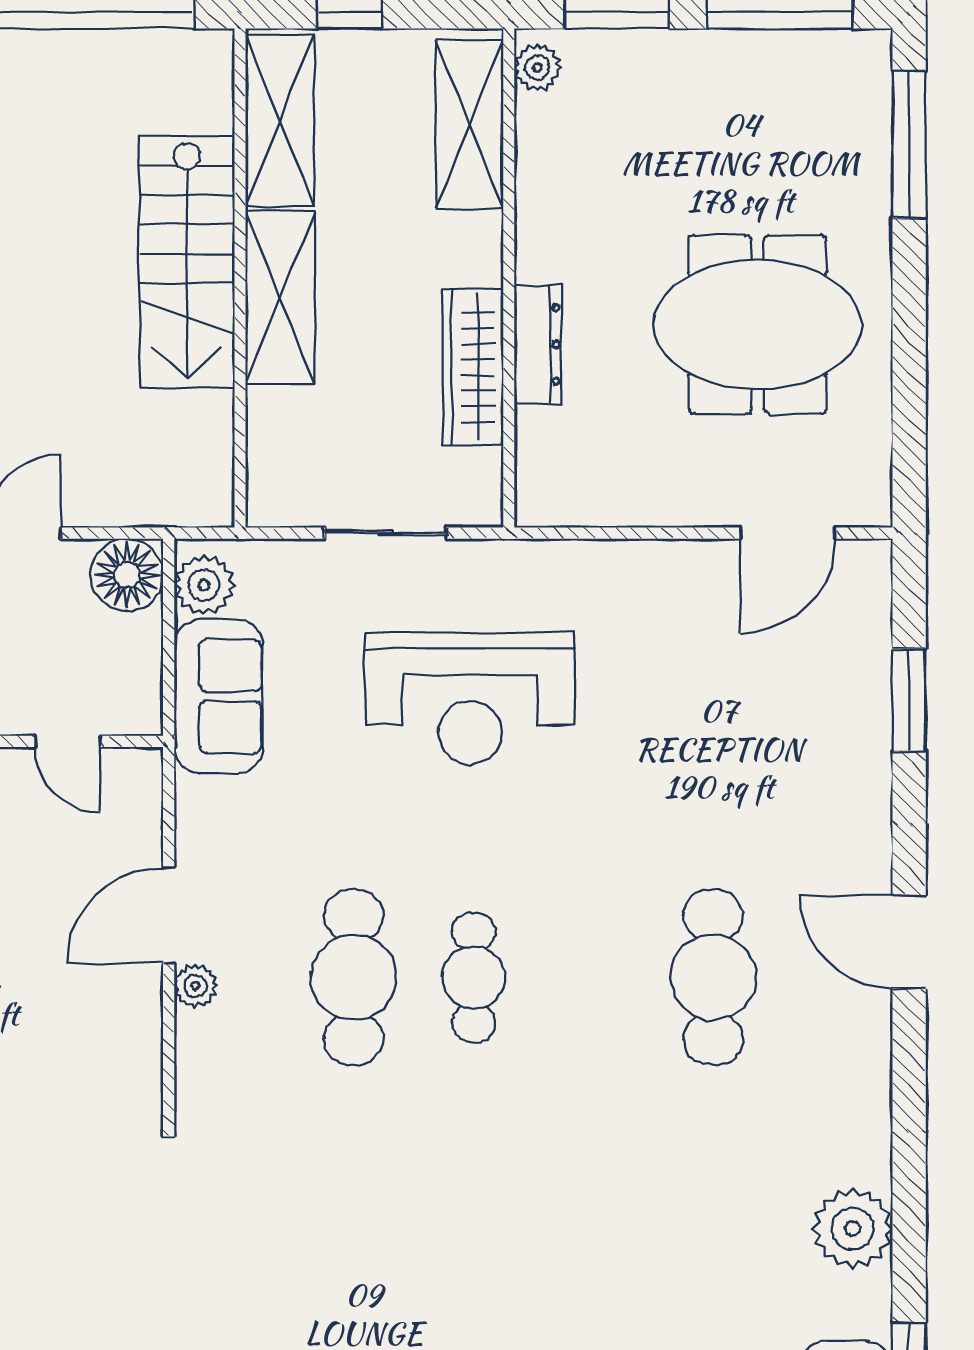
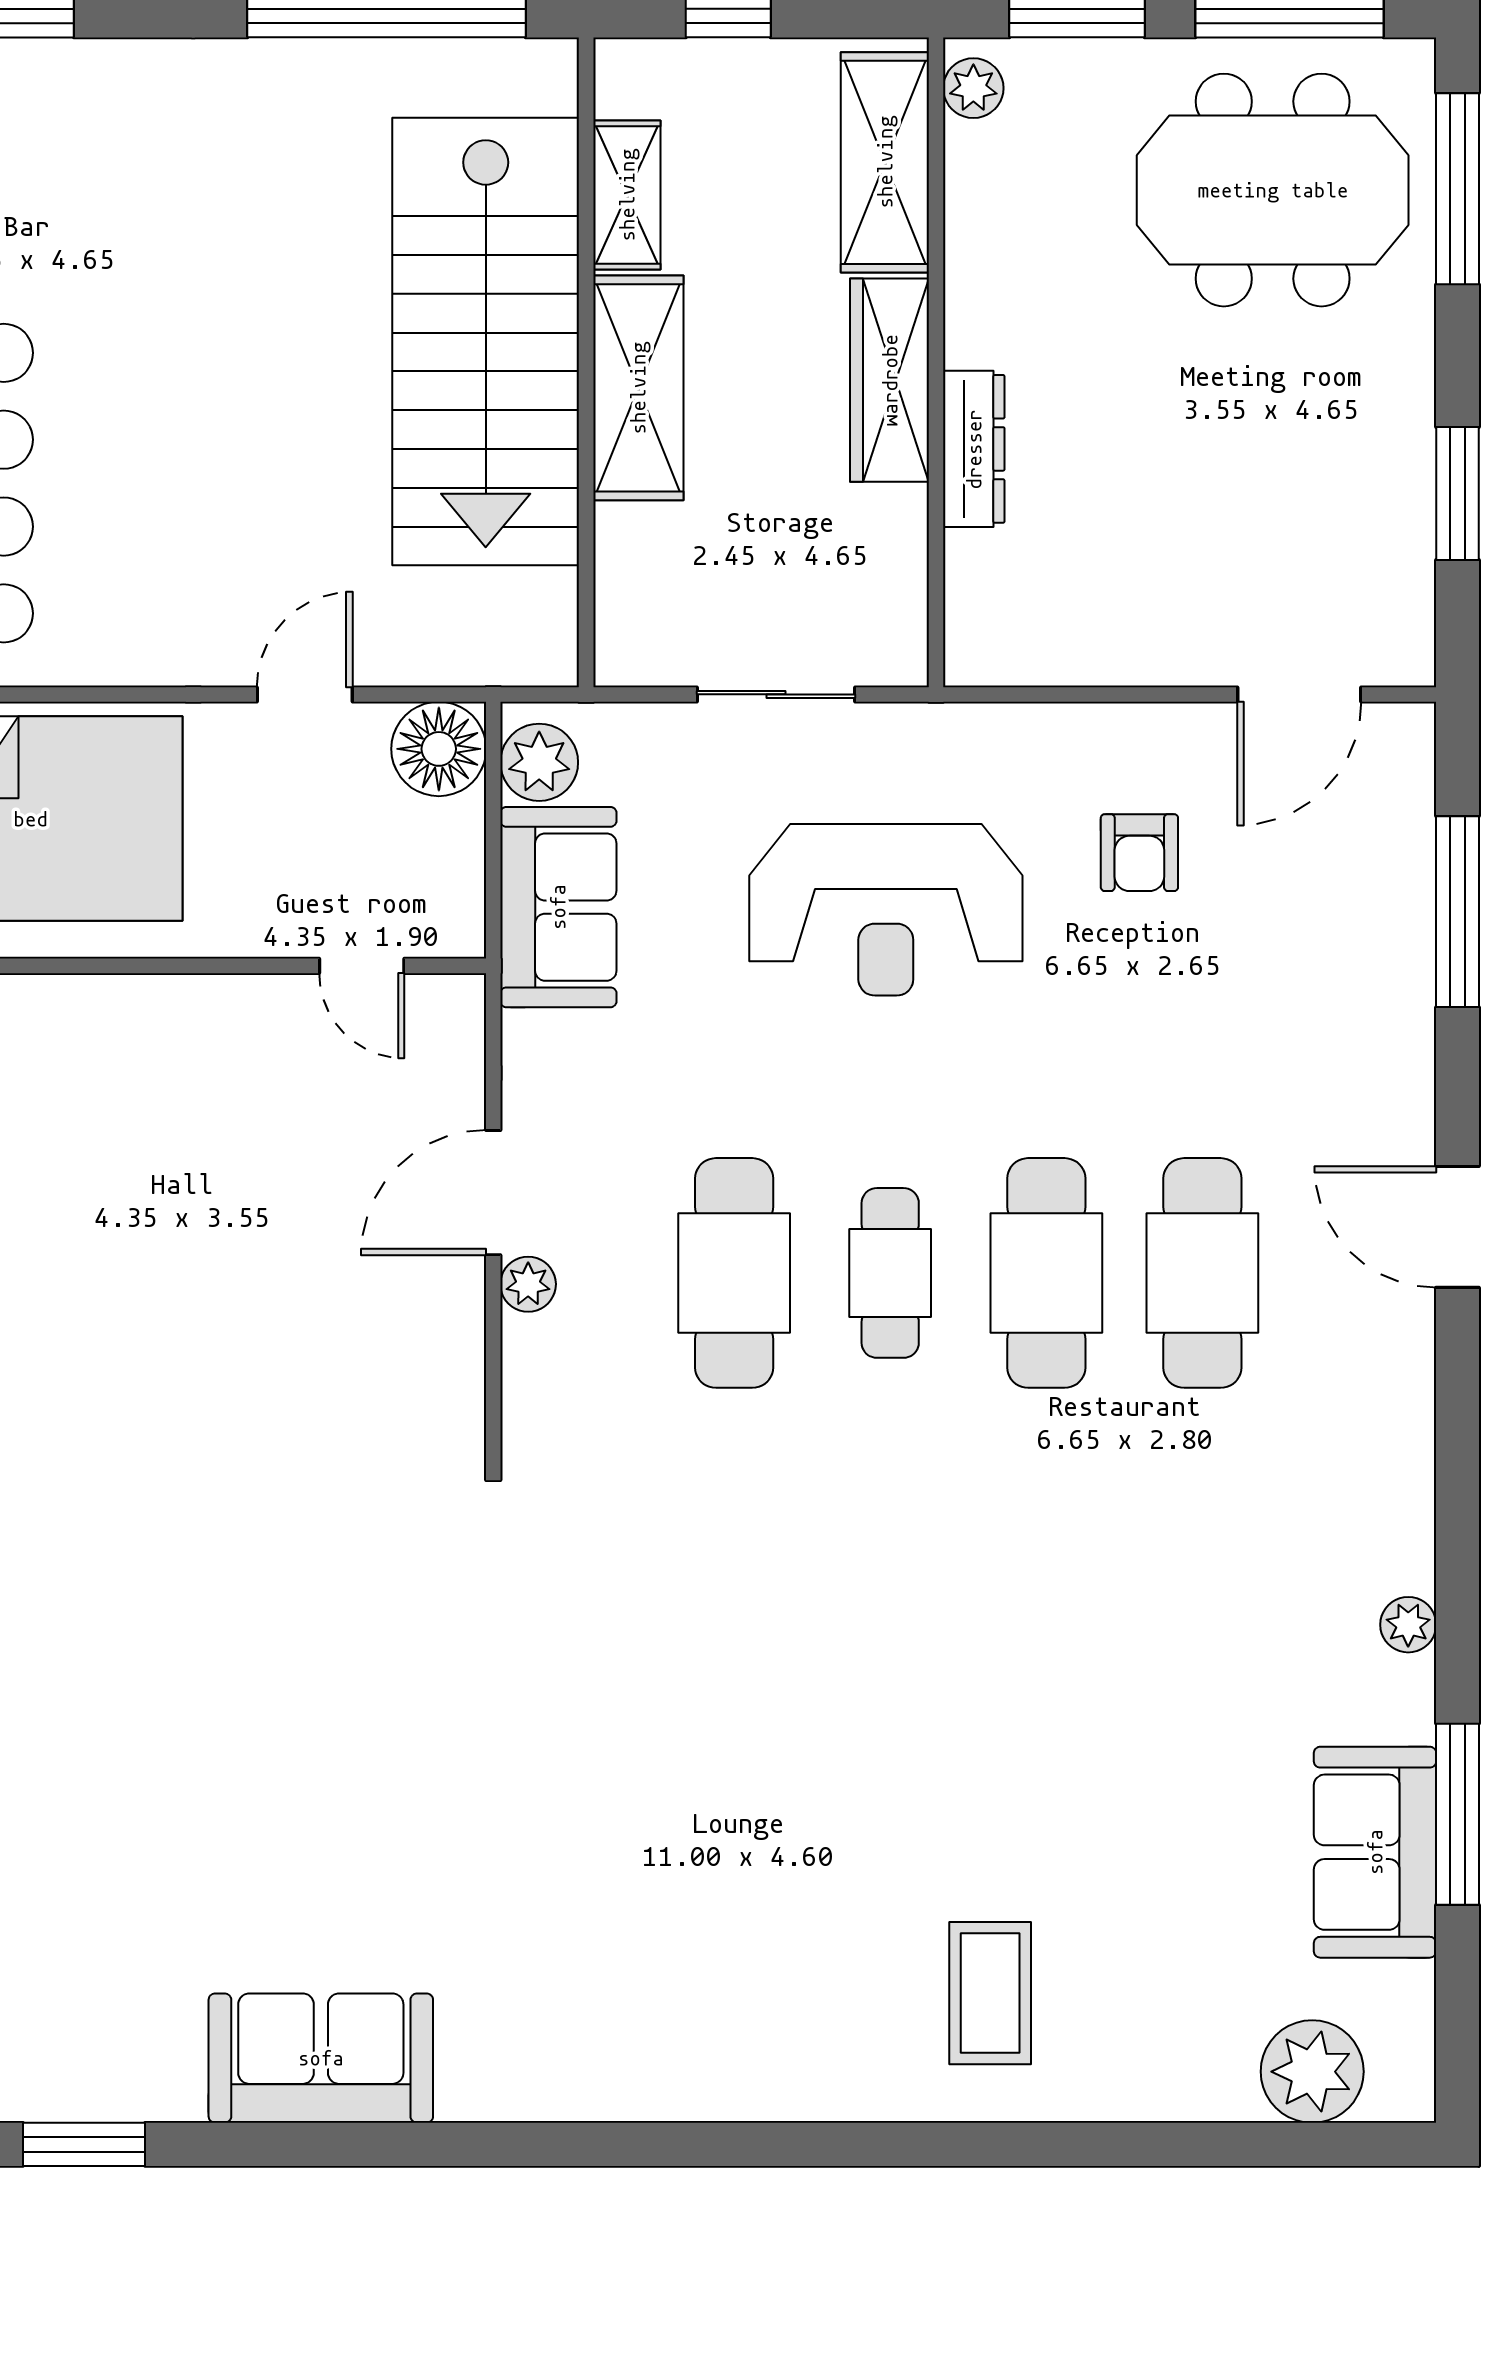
shelving: (280, 121) -> (627, 195), width x0.67, depth x0.75
stairs: (187, 262) -> (486, 342), width x1.36, depth x1.51
meeting table: (757, 325) -> (1273, 190), moved
wardrobe: (473, 367) -> (890, 380), moved
window: (909, 379) -> (1458, 494), added
armchair: (665, 654) -> (1139, 853), added
window: (909, 700) -> (1458, 912), width x1.44
cafe table: (593, 977) -> (1046, 1273), added
plant: (853, 1229) -> (1408, 1625), width x0.53, depth x0.53

